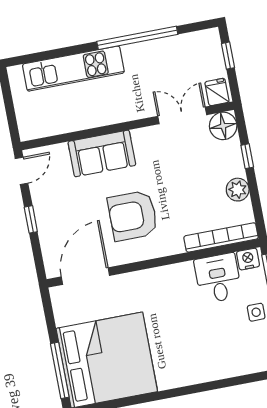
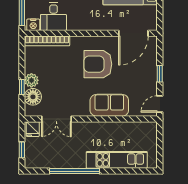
floor lamp: (223, 126) -> (33, 97), moved
plant: (238, 190) -> (31, 80), moved
armchair: (133, 216) -> (98, 64), turned 180

